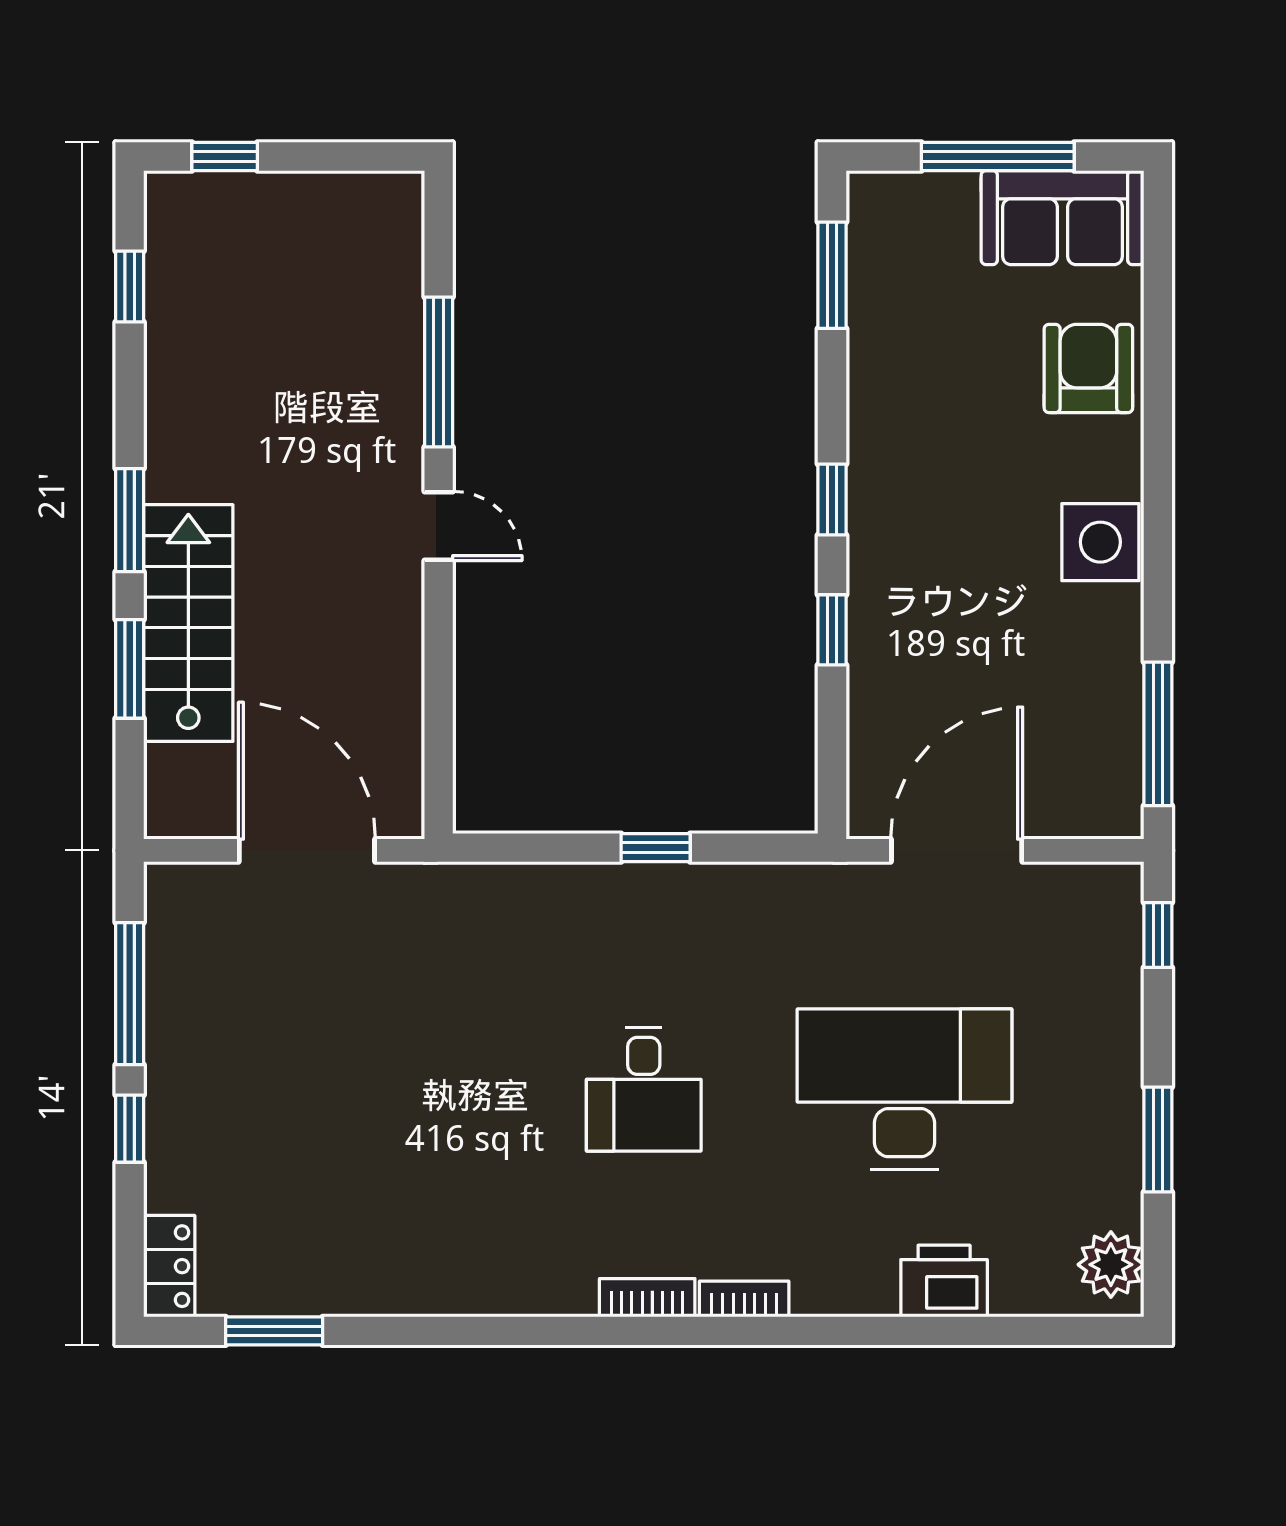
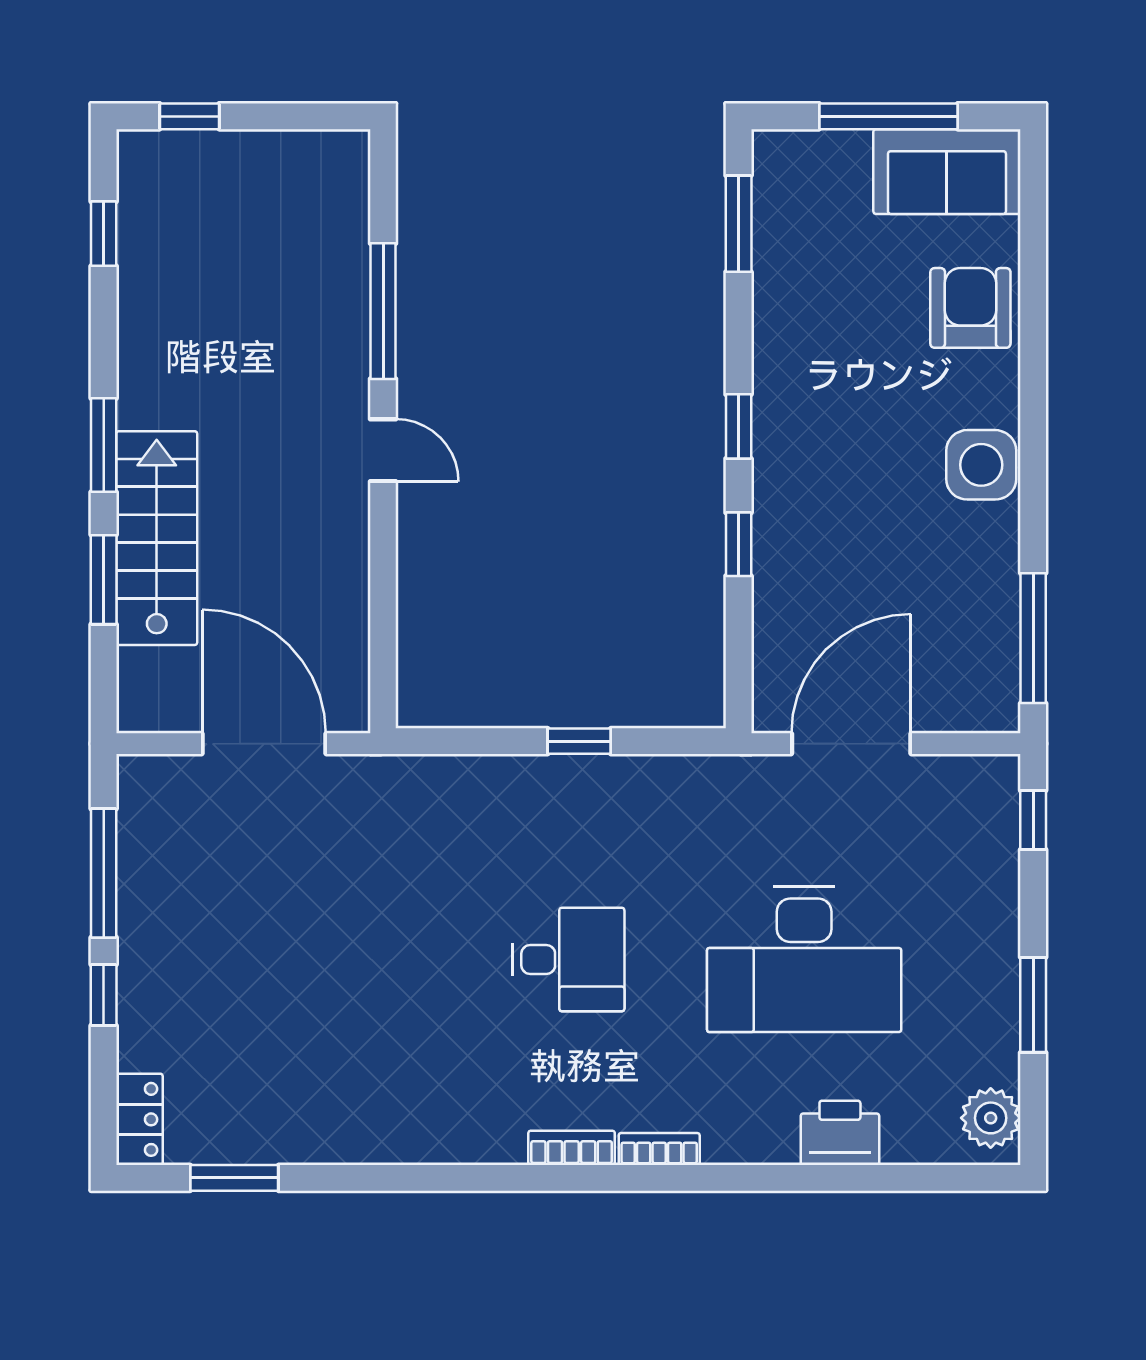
desk: (644, 1089) -> (568, 959), turned -90
desk: (905, 1089) -> (804, 959), turned 180

